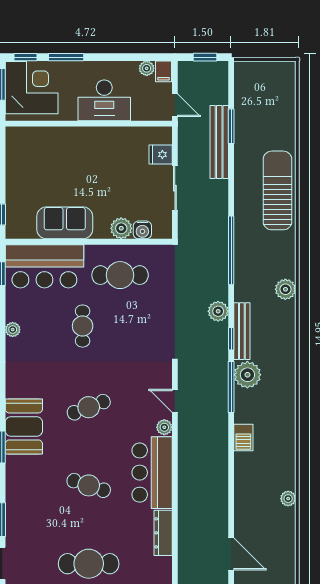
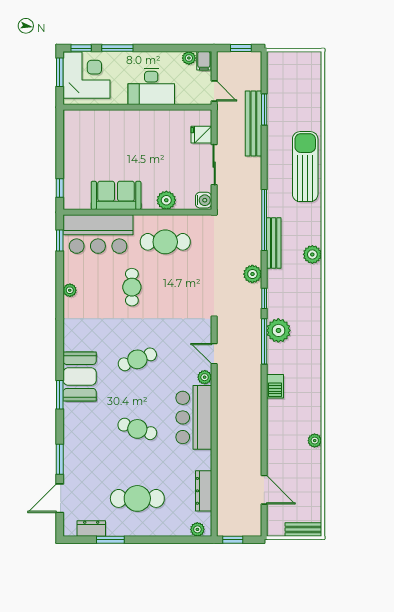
water cooler: (142, 230) -> (204, 200), moved, turned -90
bench: (242, 331) -> (274, 243), moved
dresser: (163, 533) -> (204, 491), moved

